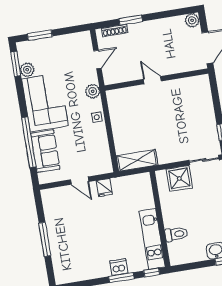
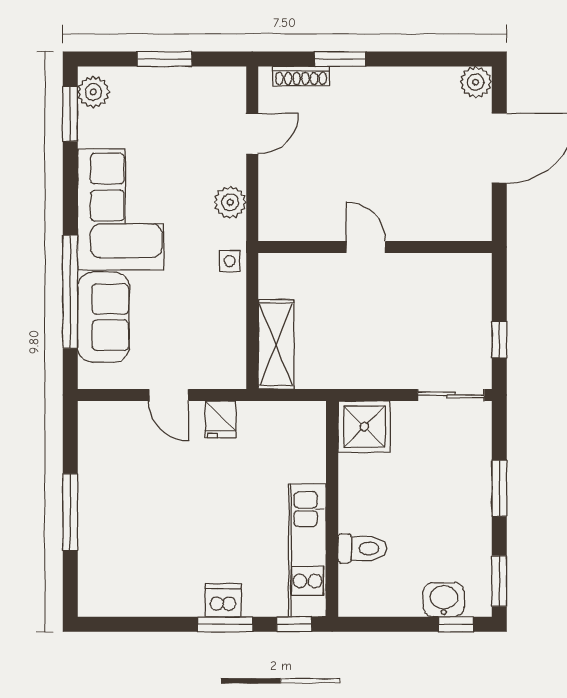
window: (40, 35) -> (164, 59), moved
plant: (27, 70) -> (93, 92), moved
door: (152, 80) -> (366, 247), moved
wall: (156, 80) -> (375, 247), moved
shelving: (137, 160) -> (276, 344), moved, turned 90
shower: (179, 178) -> (364, 427), moved

